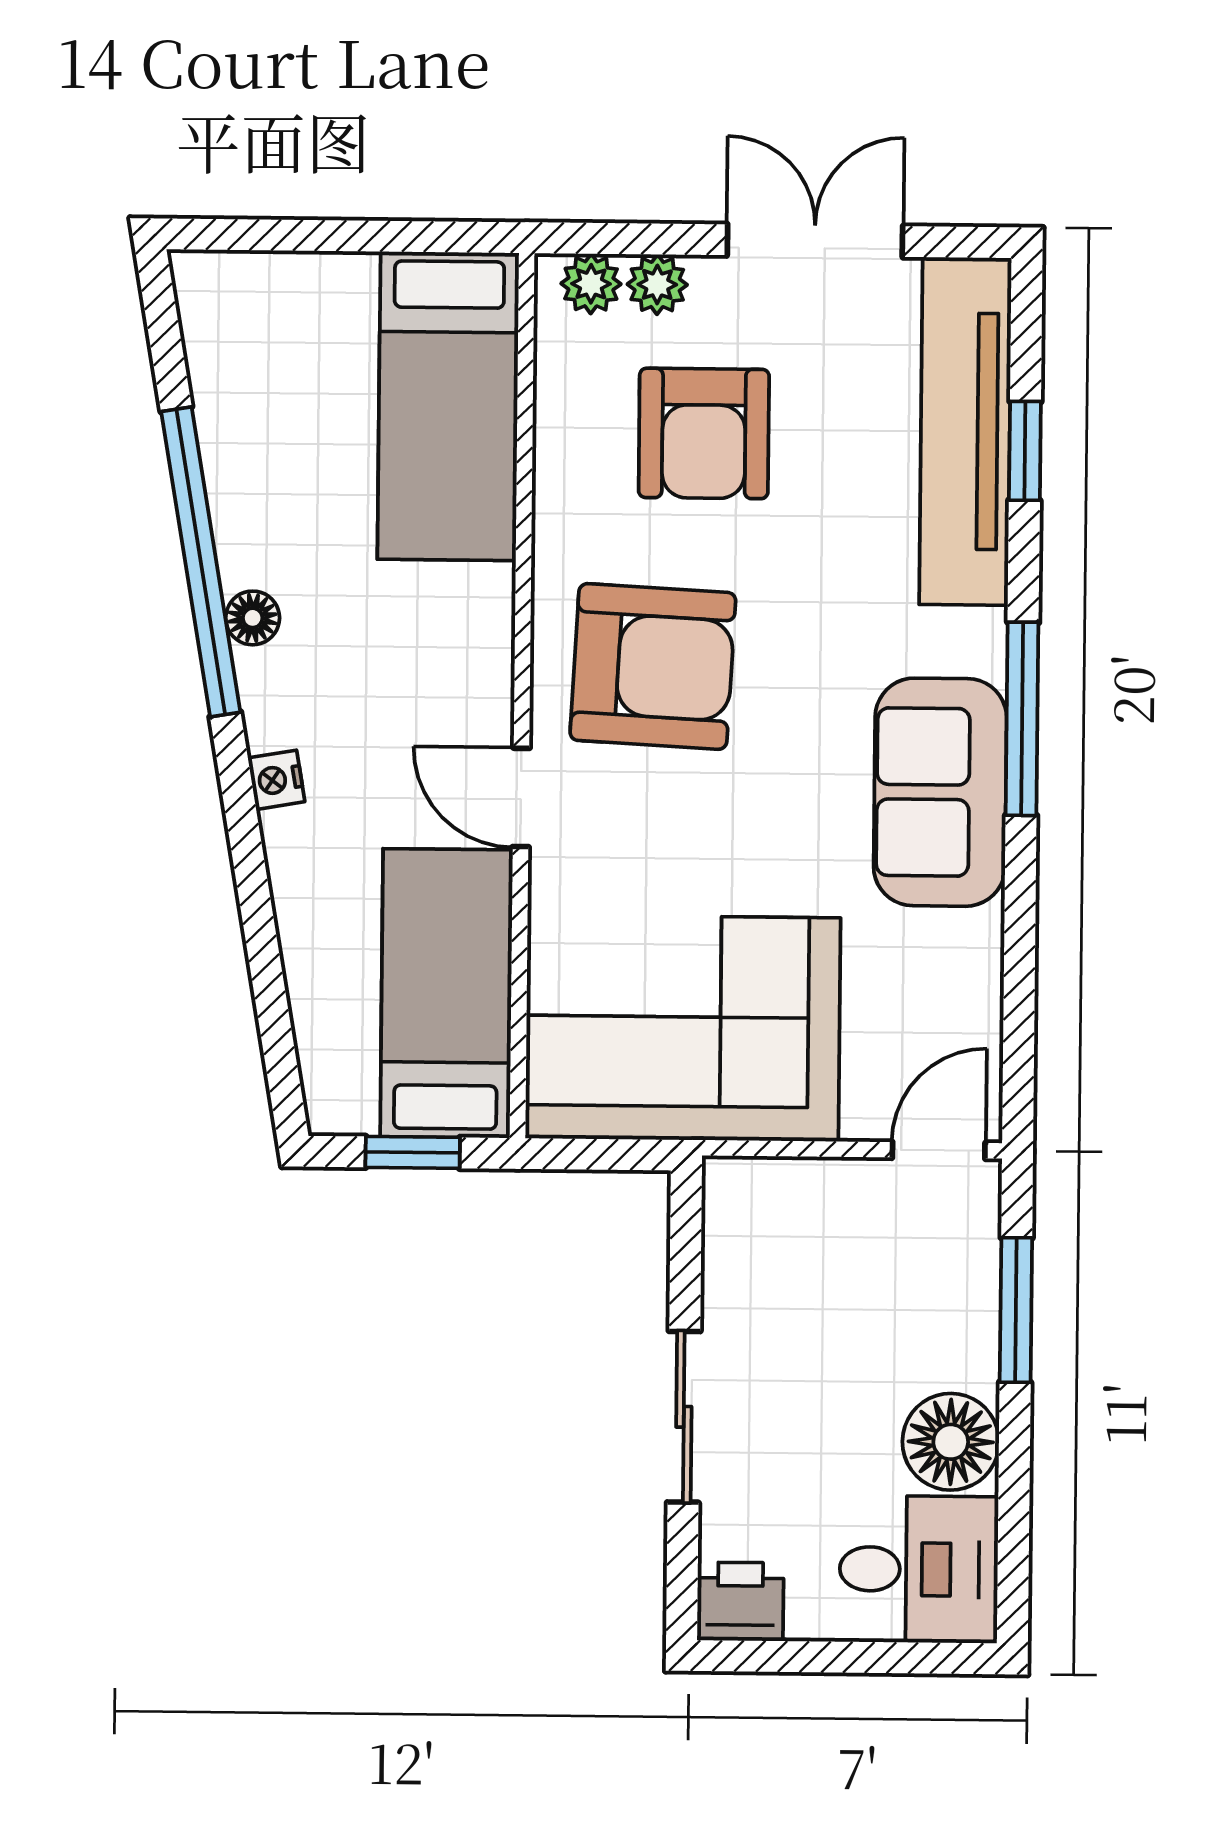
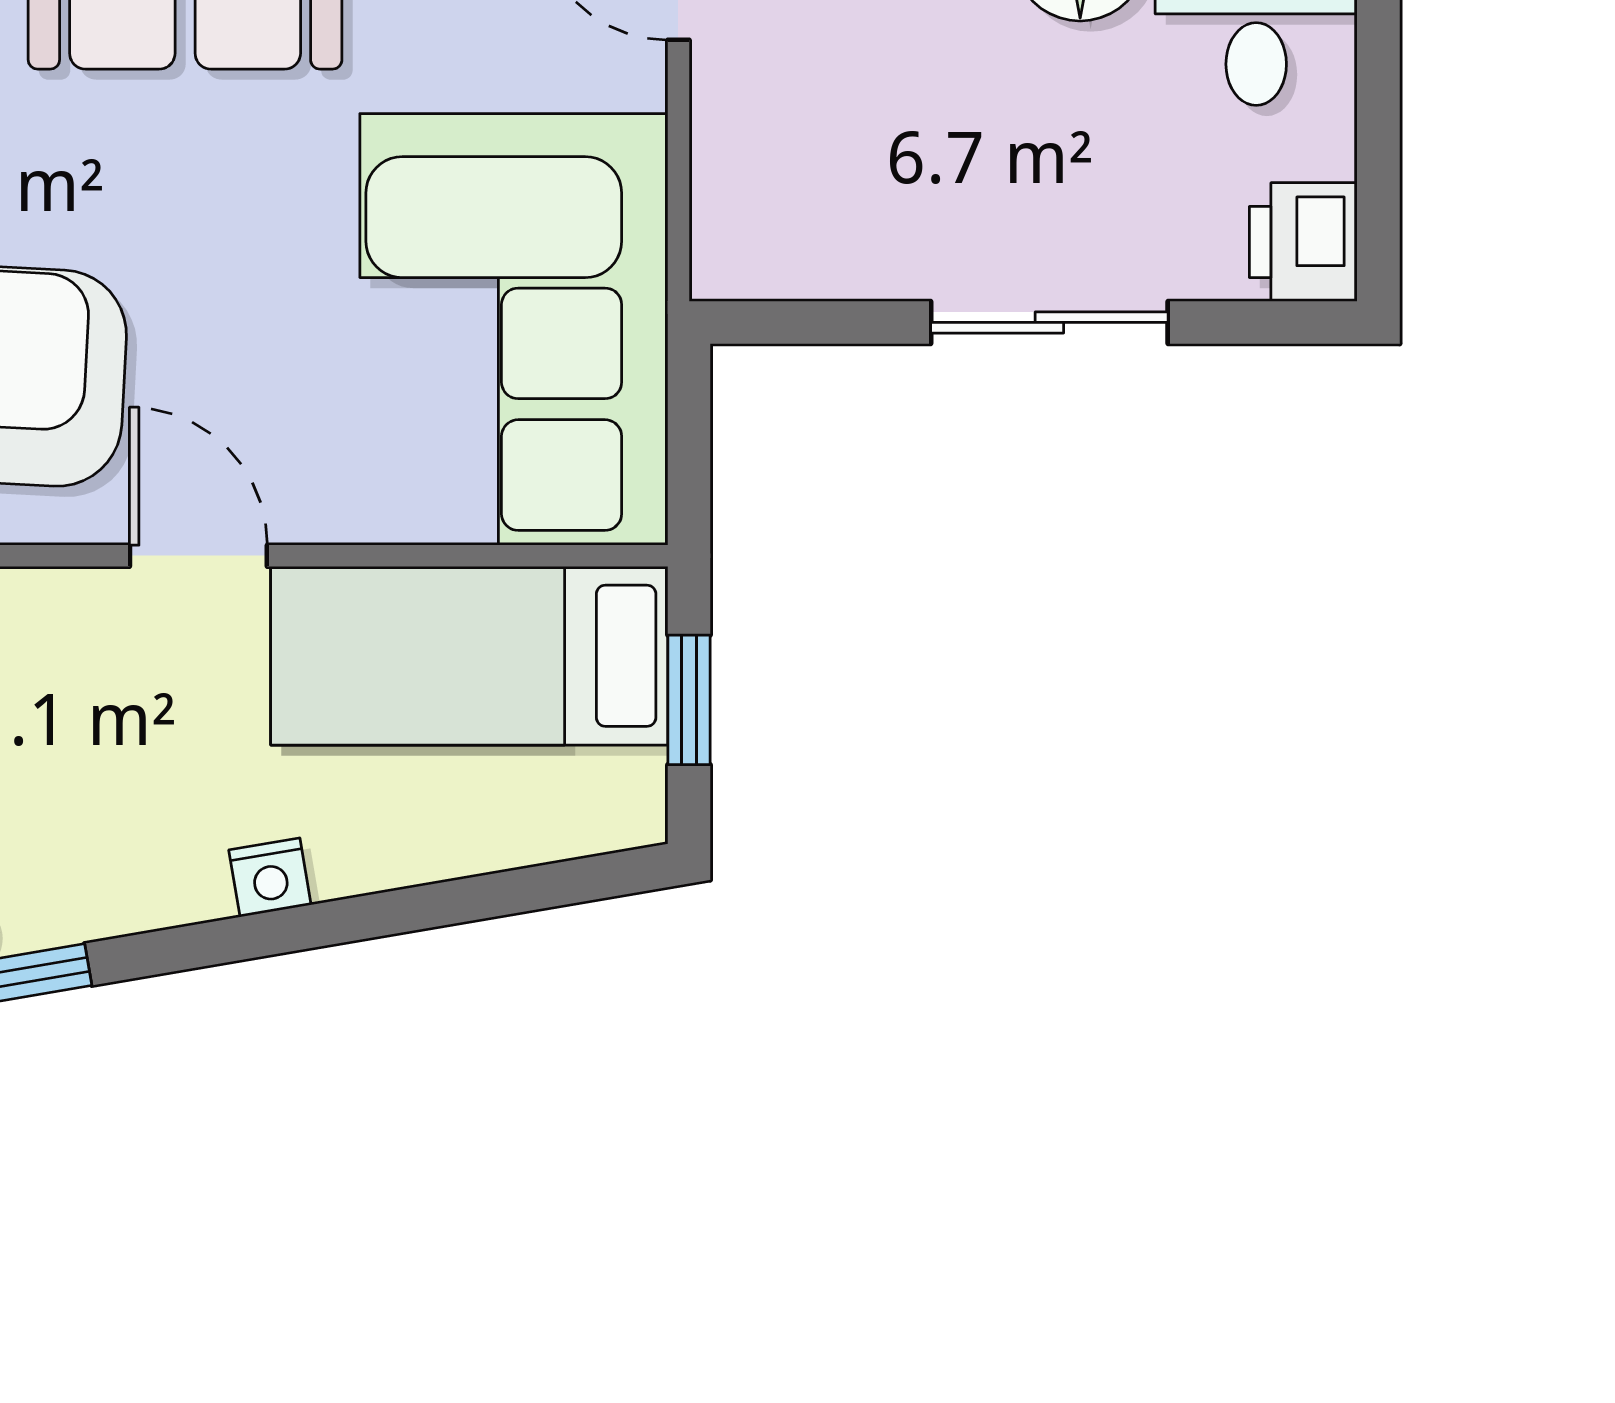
nightstand: (276, 780) -> (270, 877), moved
door: (521, 797) -> (198, 556), swing flipped

